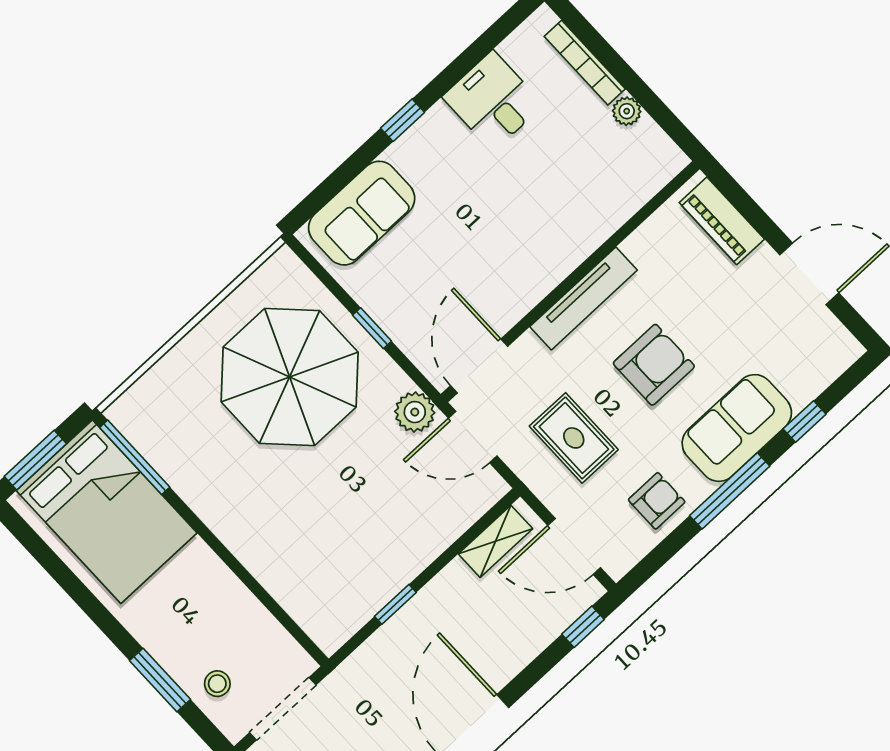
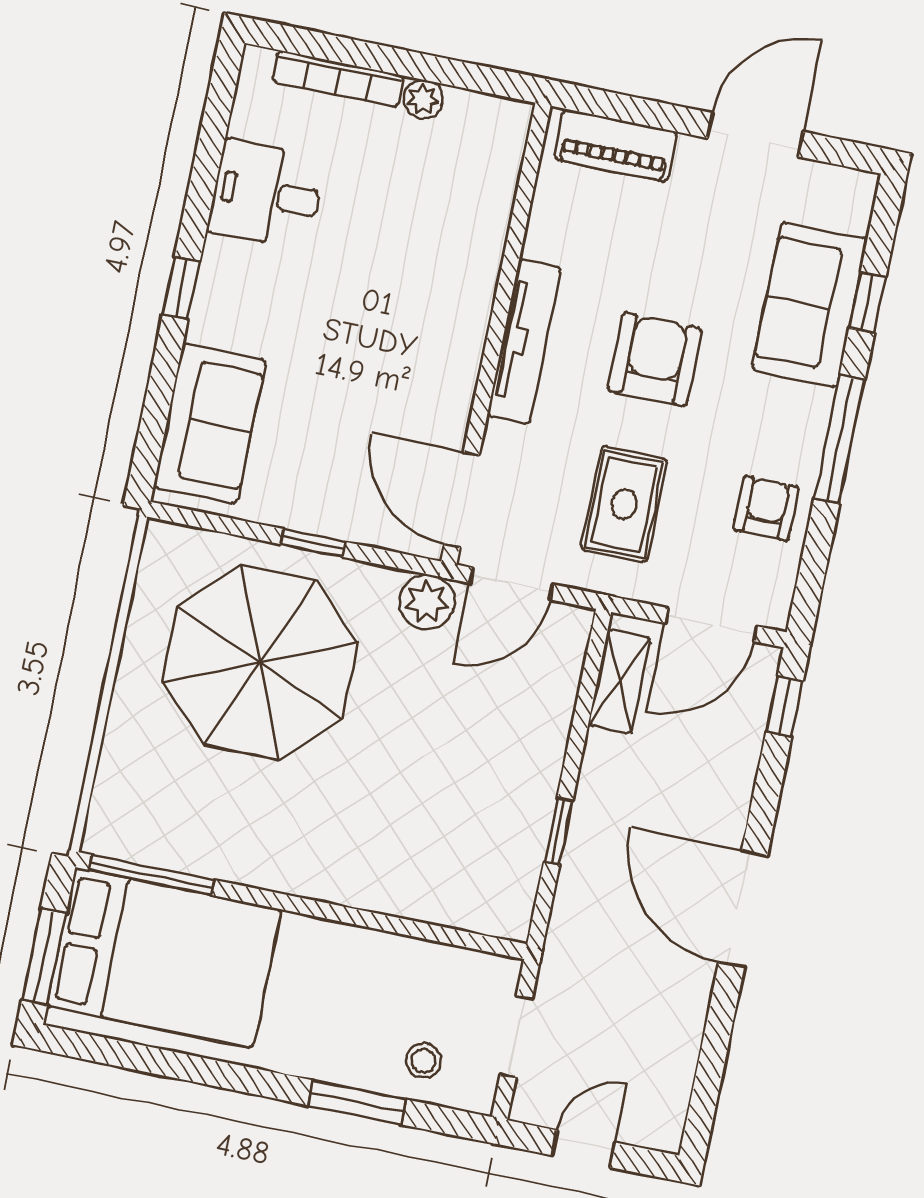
sofa: (737, 428) -> (809, 305), moved
rug: (574, 438) -> (624, 504), turned 90
doorway: (283, 709) -> (516, 1037), width x0.73

